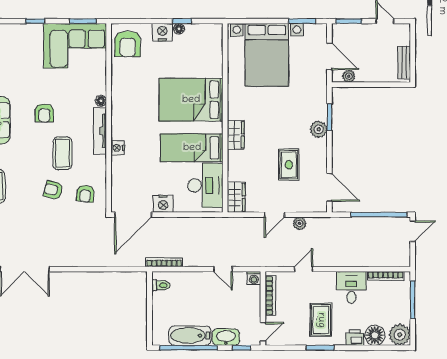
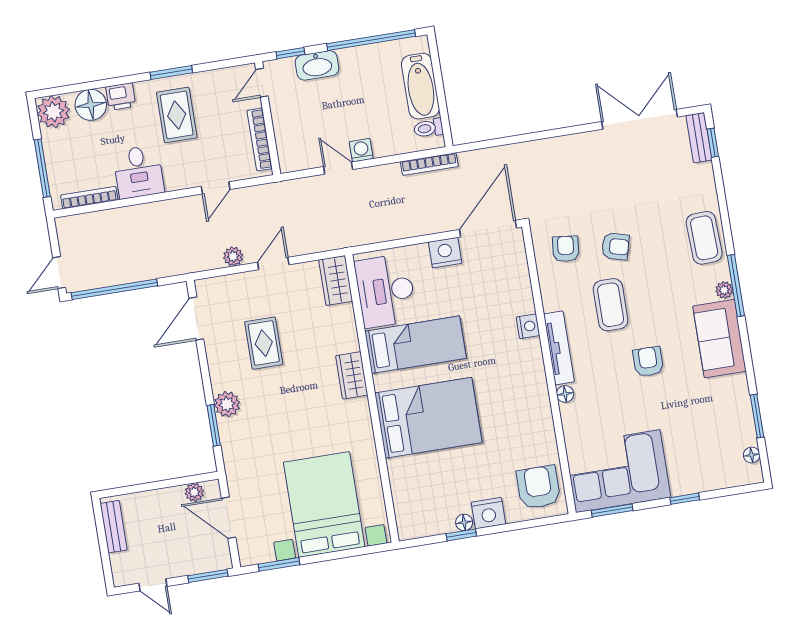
door: (329, 187) -> (196, 319), hinge flipped
washing machine: (254, 278) -> (361, 150), moved
bathtub: (190, 336) -> (420, 86), moved, turned 90

